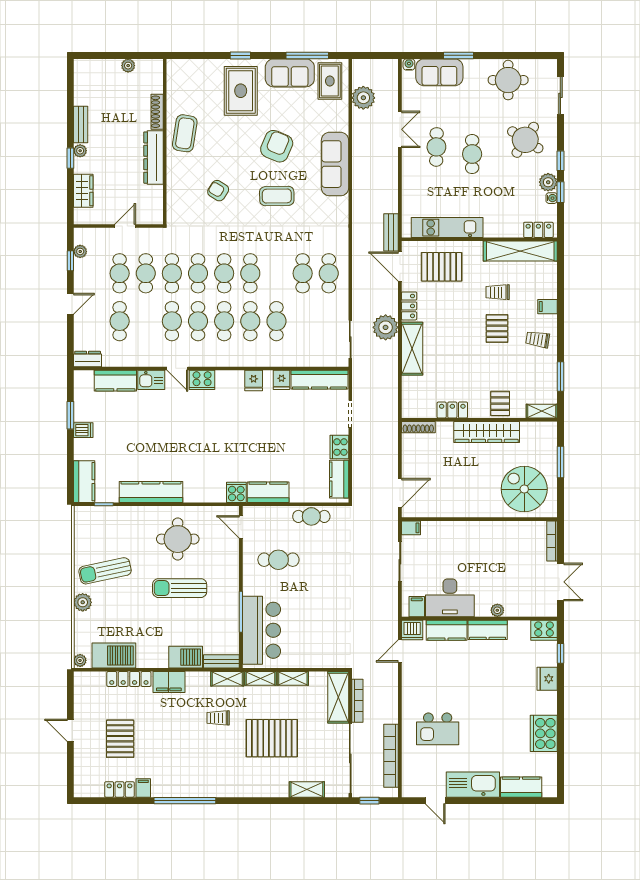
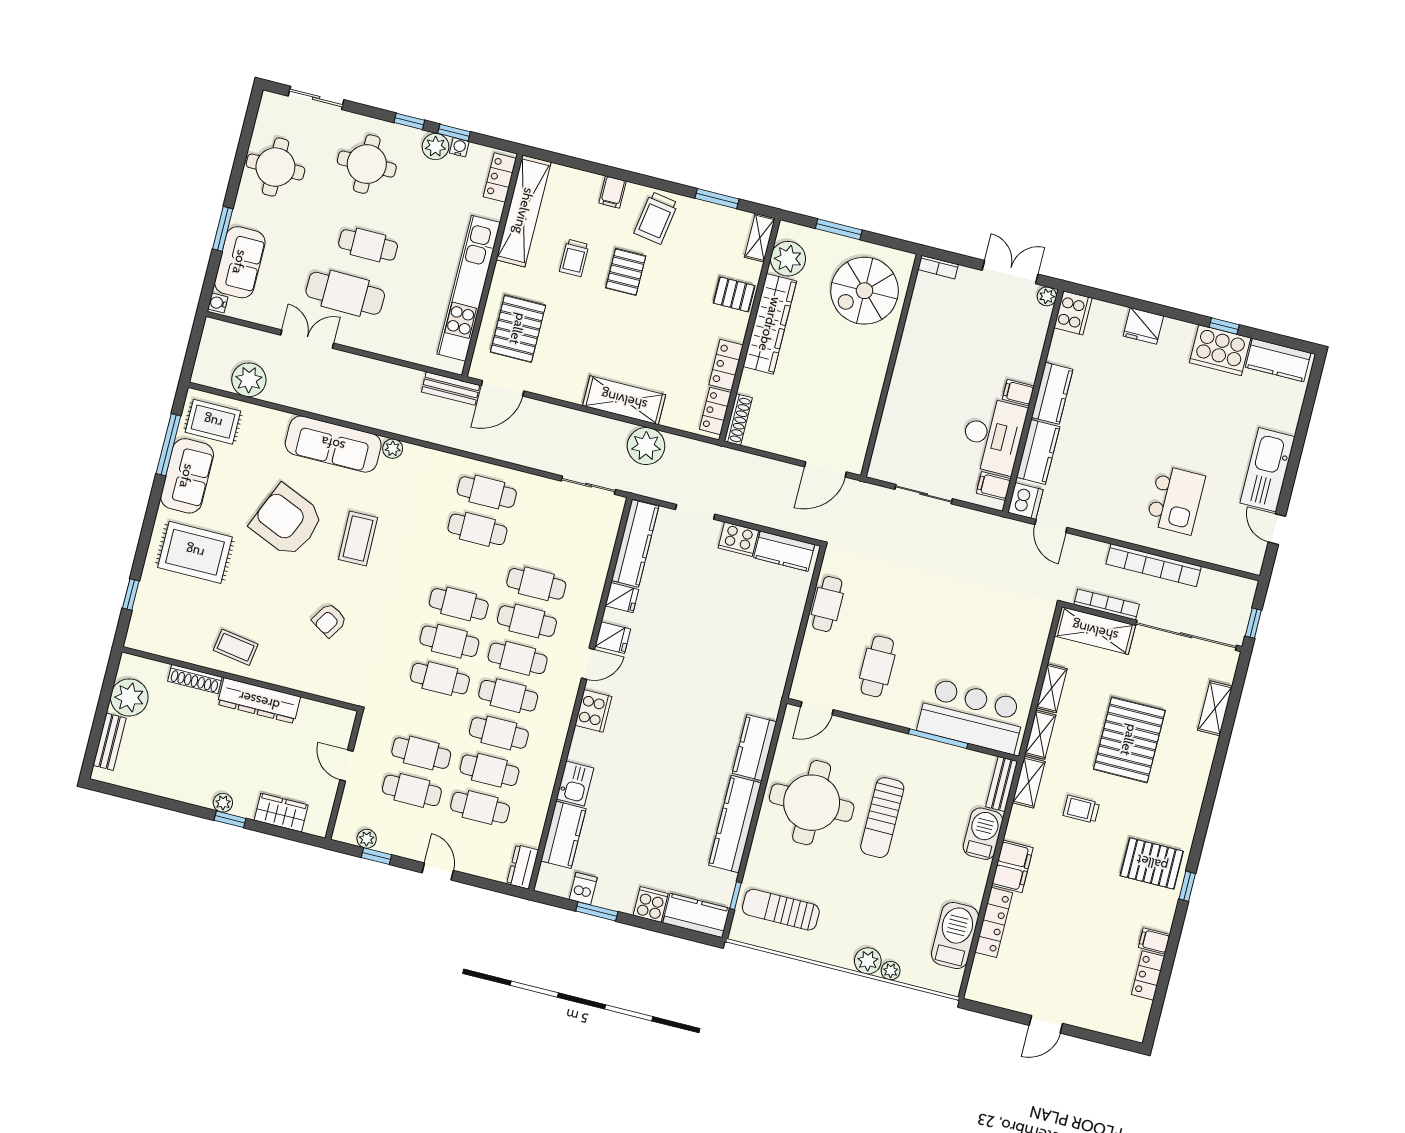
window: (240, 55) -> (131, 594), moved
plant: (128, 66) -> (129, 697), width x1.87, depth x1.87
bench: (81, 125) -> (110, 742), moved, turned 90
coffee table: (185, 133) -> (236, 647), width x0.73, depth x0.77
round table: (525, 140) -> (367, 164), turned -33
armchair: (277, 146) -> (287, 521), width x1.36, depth x1.36
cafe table: (436, 147) -> (345, 293), width x1.37, depth x1.35
plant: (342, 204) -> (393, 449), added
kitchen unit: (447, 228) -> (469, 288), width x1.36
cafe table: (172, 273) -> (489, 770), moved
locker: (409, 306) -> (715, 411), moved, turned -90
plant: (386, 327) -> (646, 446), moved
pallet: (497, 328) -> (626, 272), turned 90
trolley: (538, 339) -> (656, 218), width x1.36, depth x1.39
door: (177, 368) -> (588, 664), moved
dishwasher: (83, 430) -> (583, 888), moved
plant: (533, 433) -> (788, 259), added
cooker: (236, 492) -> (651, 904), moved, turned 90
kitchen counter: (268, 492) -> (754, 748), moved
door: (400, 493) -> (825, 469), swing flipped
filing cabinet: (411, 528) -> (1018, 393), moved, turned -90
round table: (178, 539) -> (812, 803), width x1.36, depth x1.36
bookcase: (552, 541) -> (938, 267), width x0.64
sun lounger: (105, 571) -> (781, 910), moved, turned 102
plant: (497, 610) -> (1047, 296), moved
window: (560, 653) -> (1224, 326), moved
plant: (80, 660) -> (891, 971), moved
trolley: (218, 718) -> (1081, 809), turned 90
pallet: (120, 739) -> (1152, 863), moved
bookcase: (391, 756) -> (1154, 565), moved
kitchen counter: (521, 787) -> (1278, 360), moved, turned -90
window: (185, 801) -> (1187, 886), width x0.32
door: (435, 801) -> (1277, 529), swing flipped

